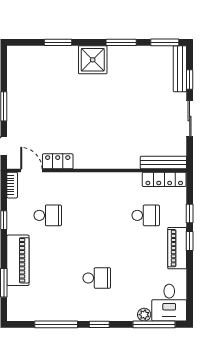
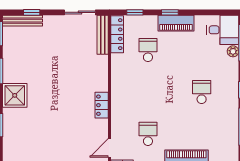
sliding door: (190, 119) -> (80, 12), moved
locker: (58, 161) -> (102, 105), moved
window: (190, 213) -> (135, 12), moved

